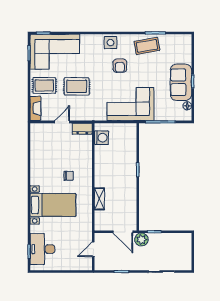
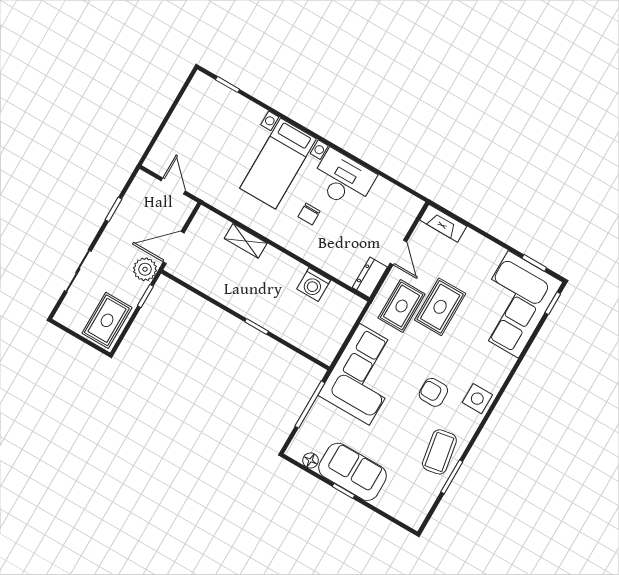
rug: (44, 85) -> (402, 306), moved
washing machine: (101, 138) -> (314, 285), moved
rug: (177, 243) -> (107, 320), added
desk: (42, 249) -> (343, 179), moved

